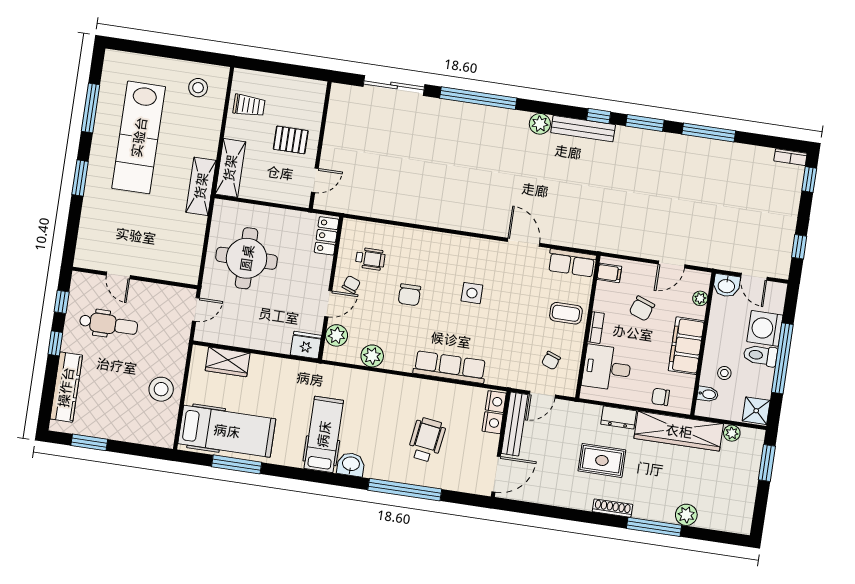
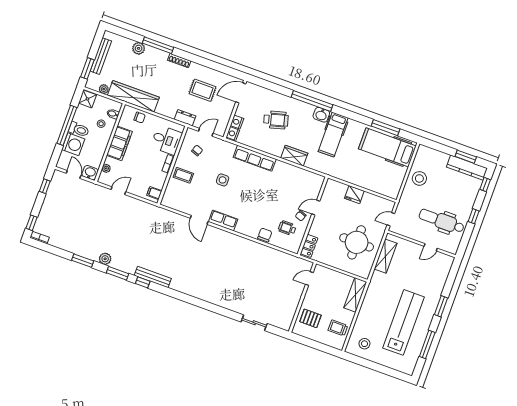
sliding door: (394, 85) -> (254, 323), width x0.73
window: (478, 98) -> (208, 306), removed
plant: (540, 124) -> (105, 259), moved
window: (709, 133) -> (83, 261), width x0.69
pallet: (291, 140) -> (310, 318), moved
shelving: (201, 186) -> (386, 256), moved
row of seats: (572, 263) -> (223, 221), moved
door: (118, 275) -> (431, 247), swing flipped
side table: (472, 293) -> (223, 180), moved
chair: (409, 295) -> (265, 235), moved
window: (62, 302) -> (485, 184), moved
chair: (642, 309) -> (140, 169), removed
dental chair: (109, 324) -> (442, 221), width x1.36, depth x1.38
plant: (337, 335) -> (315, 189), removed
fridge: (306, 345) -> (354, 195), moved
plant: (372, 356) -> (297, 173), removed
wardrobe: (228, 362) -> (294, 156), moved
kitchen counter: (66, 387) -> (467, 168), moved, turned -90
dresser: (619, 417) -> (185, 118), moved
bench: (514, 424) -> (101, 56), moved
wheelchair: (427, 440) -> (276, 120), turned -113
rug: (602, 460) -> (203, 90), moved
window: (405, 490) -> (312, 101), moved

